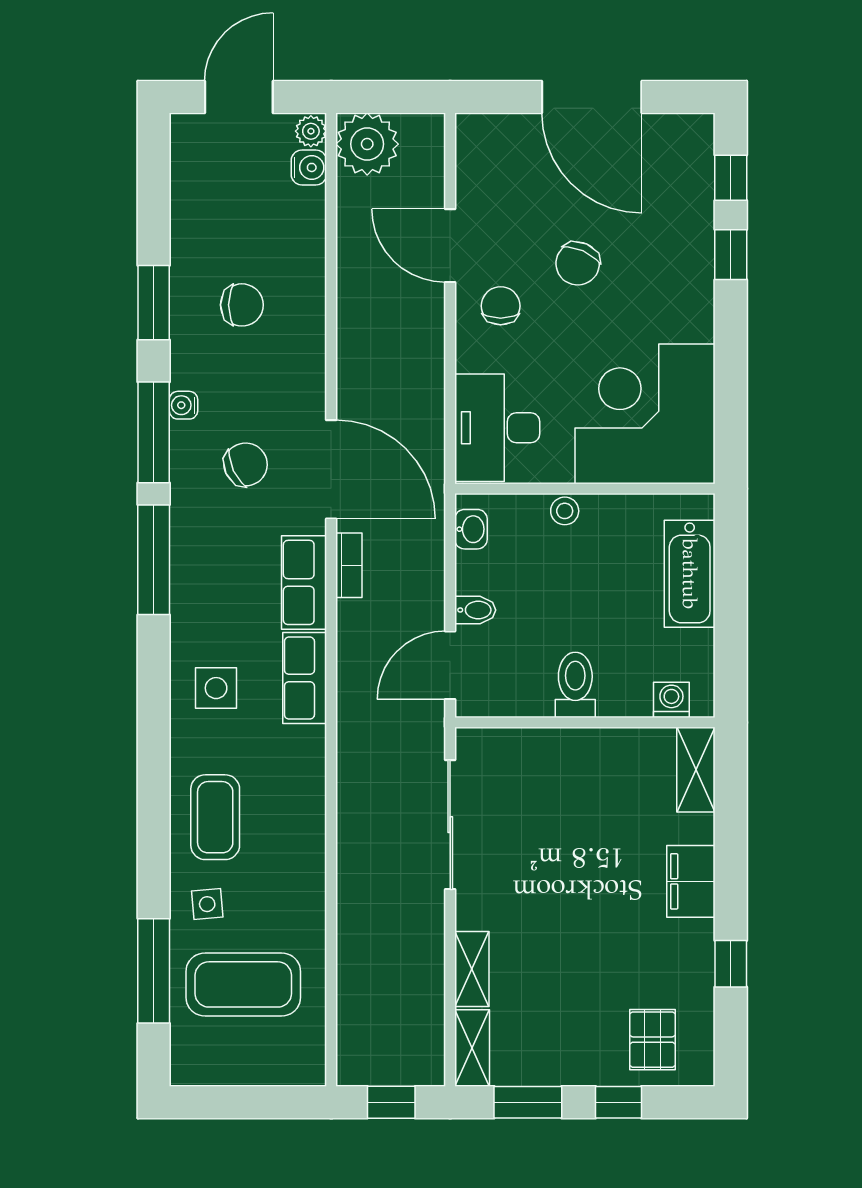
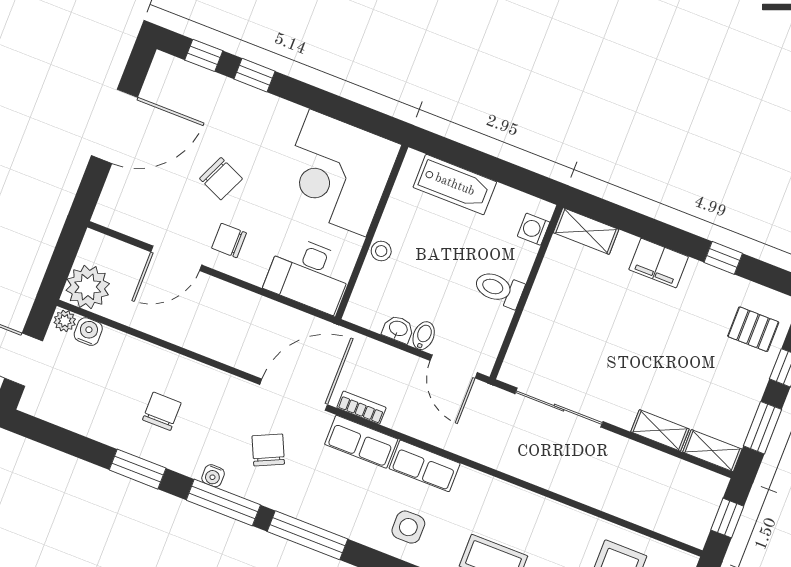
washbasin: (471, 529) -> (398, 329), moved

